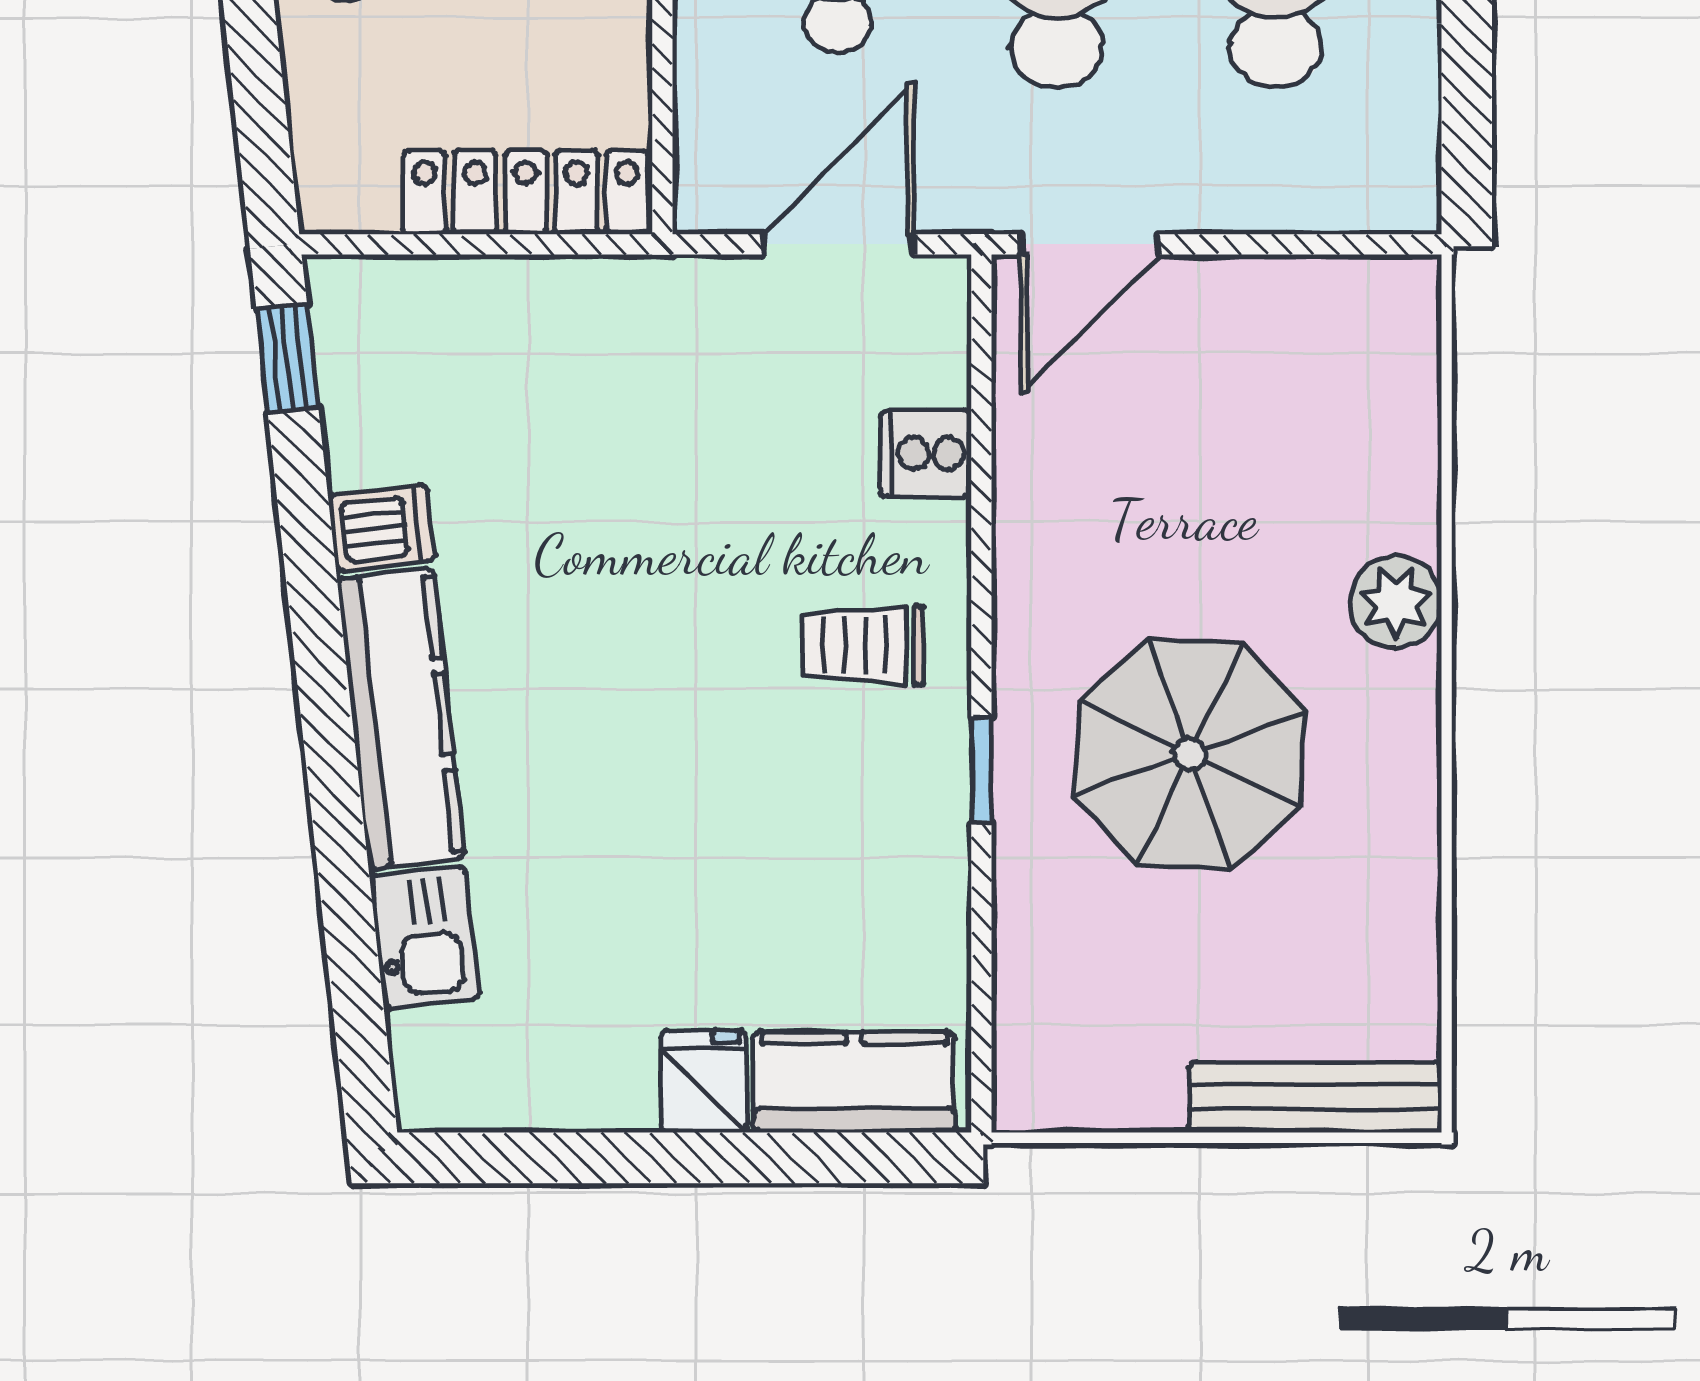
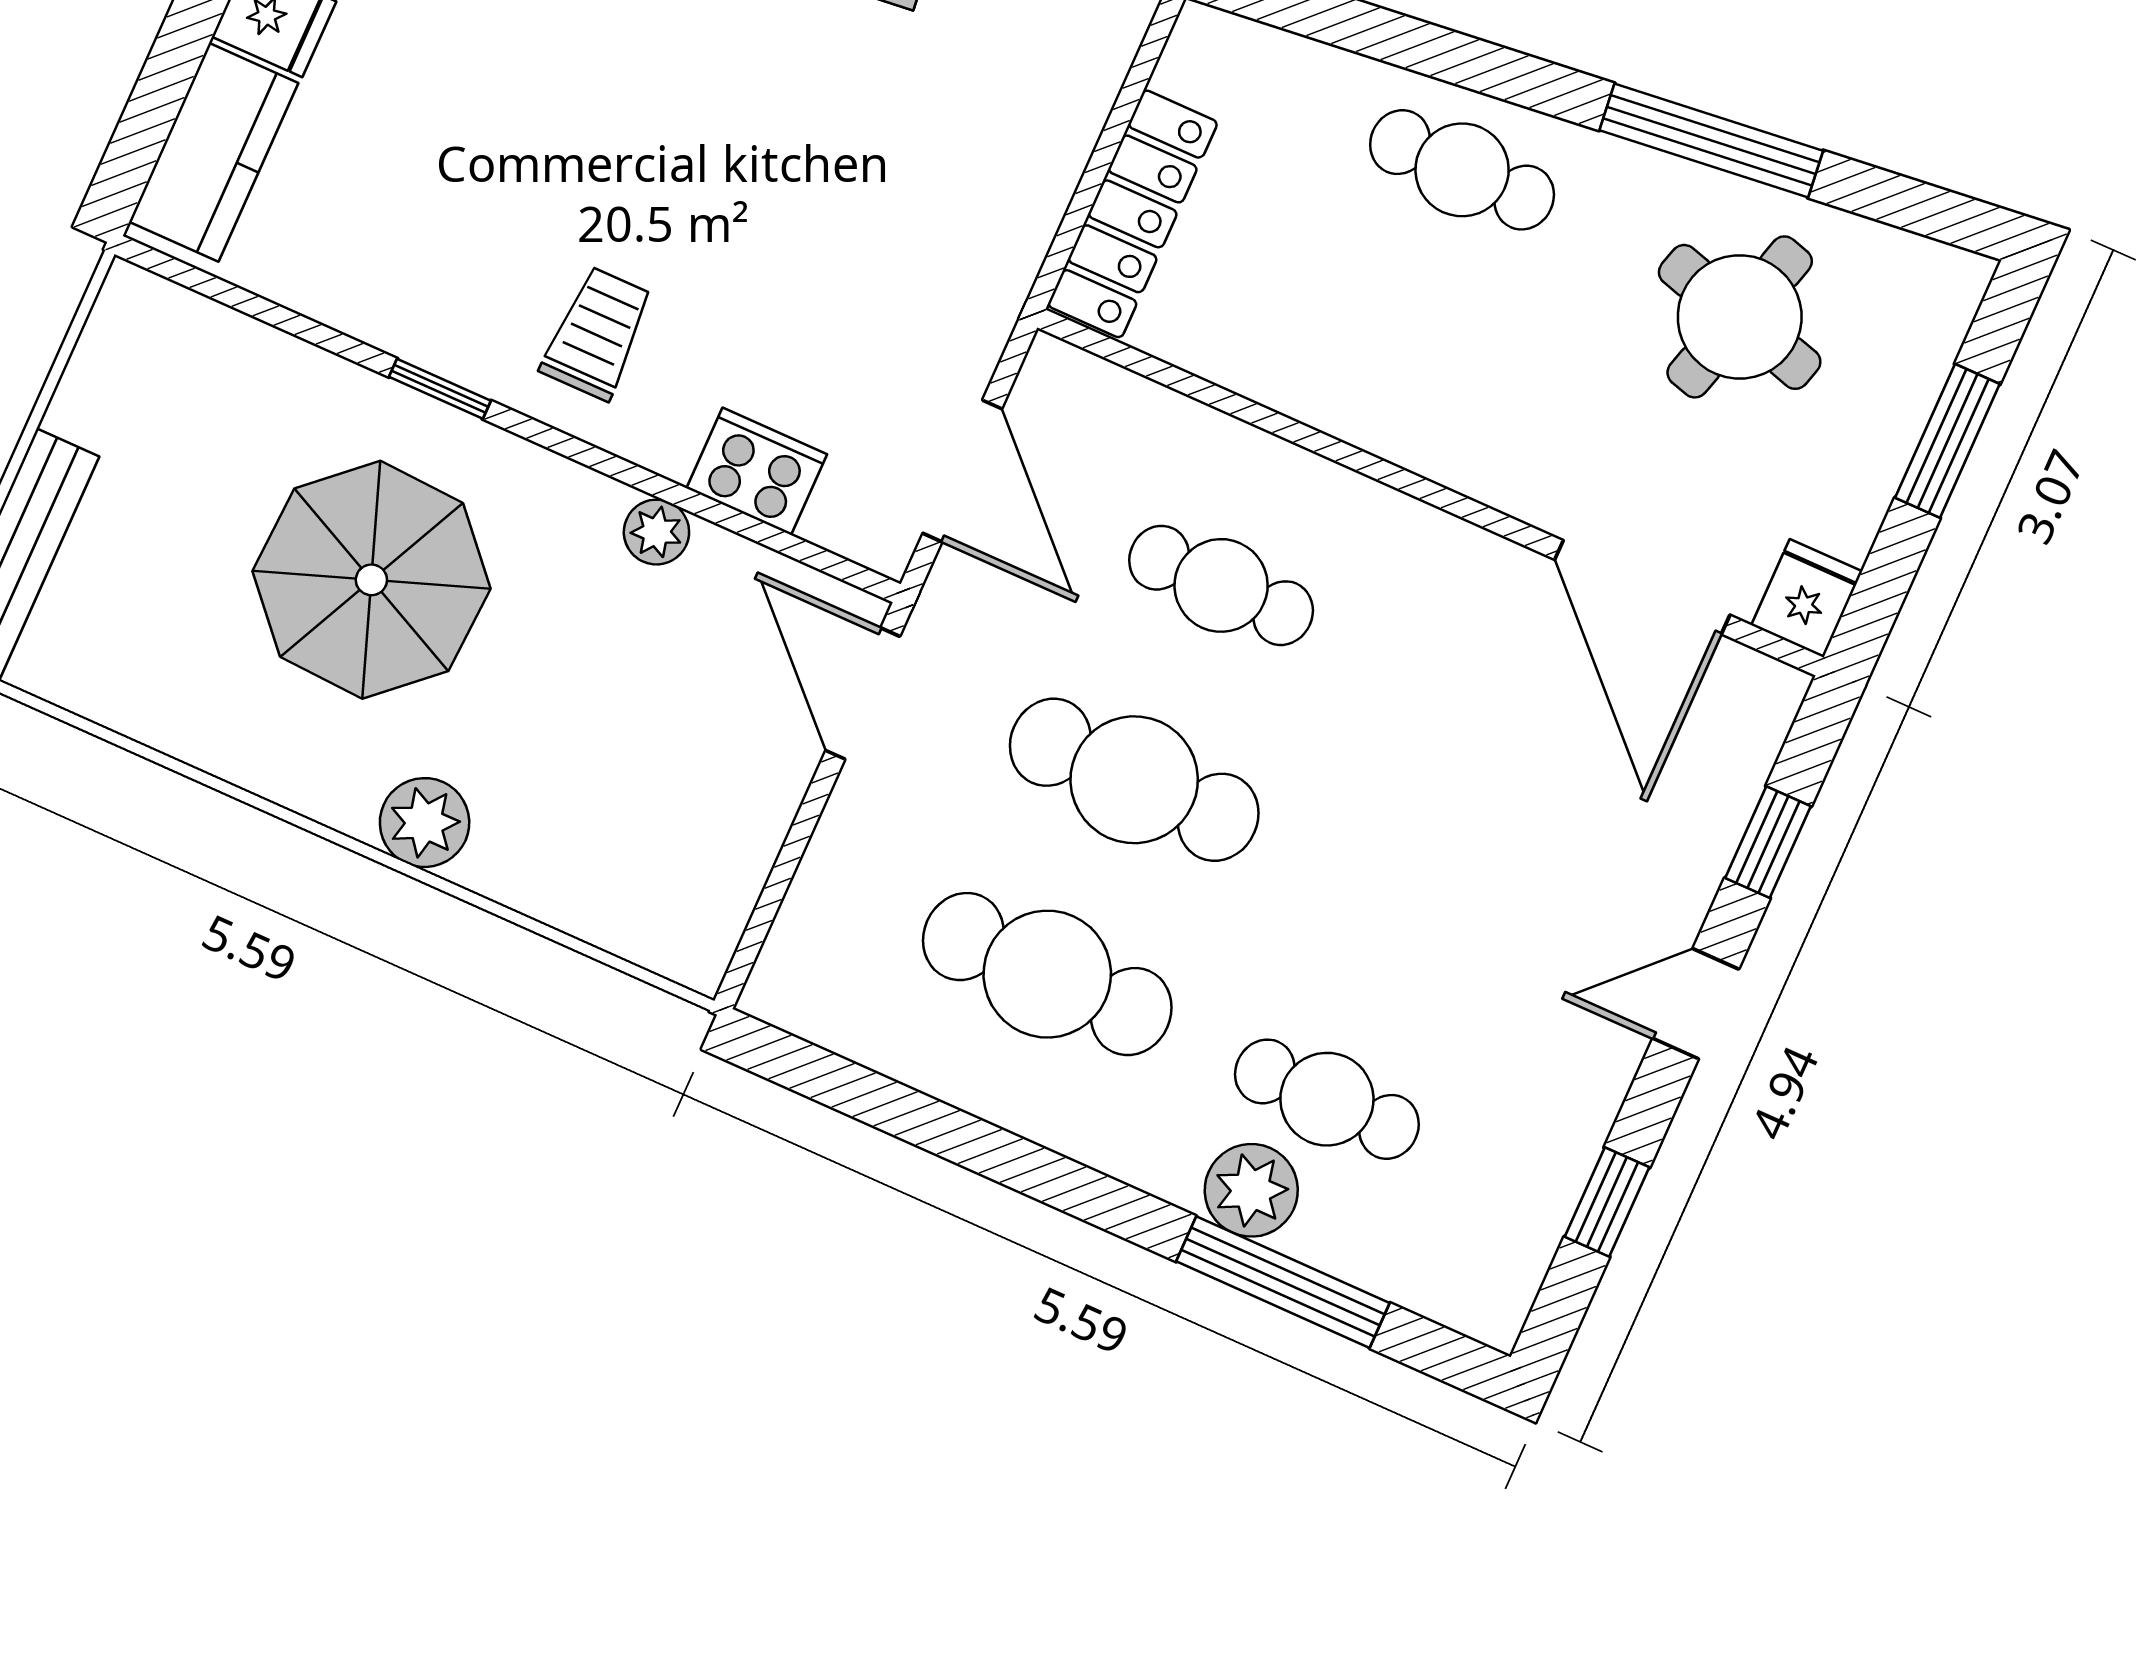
cooker: (926, 453) -> (757, 471), width x1.36
plant: (1025, 506) -> (656, 532), added

